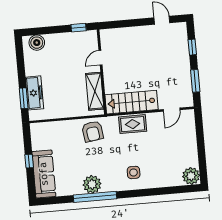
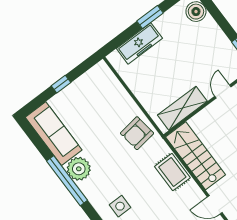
door: (100, 58) -> (223, 92), hinge flipped
window: (24, 98) -> (150, 17), moved
sofa: (44, 174) -> (54, 134), moved, turned -90

